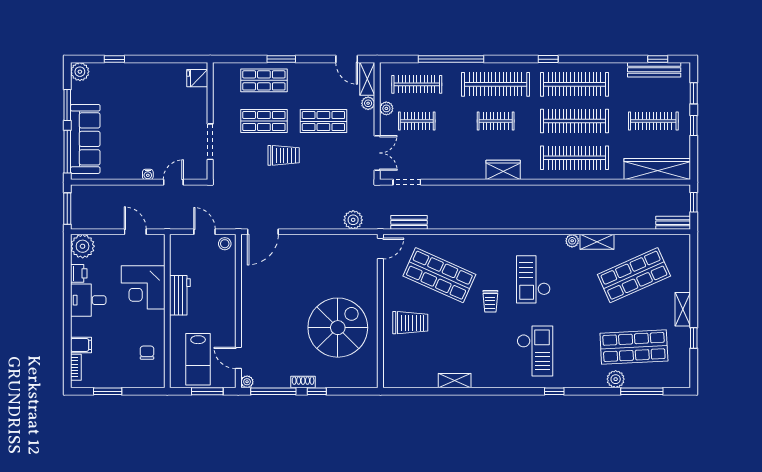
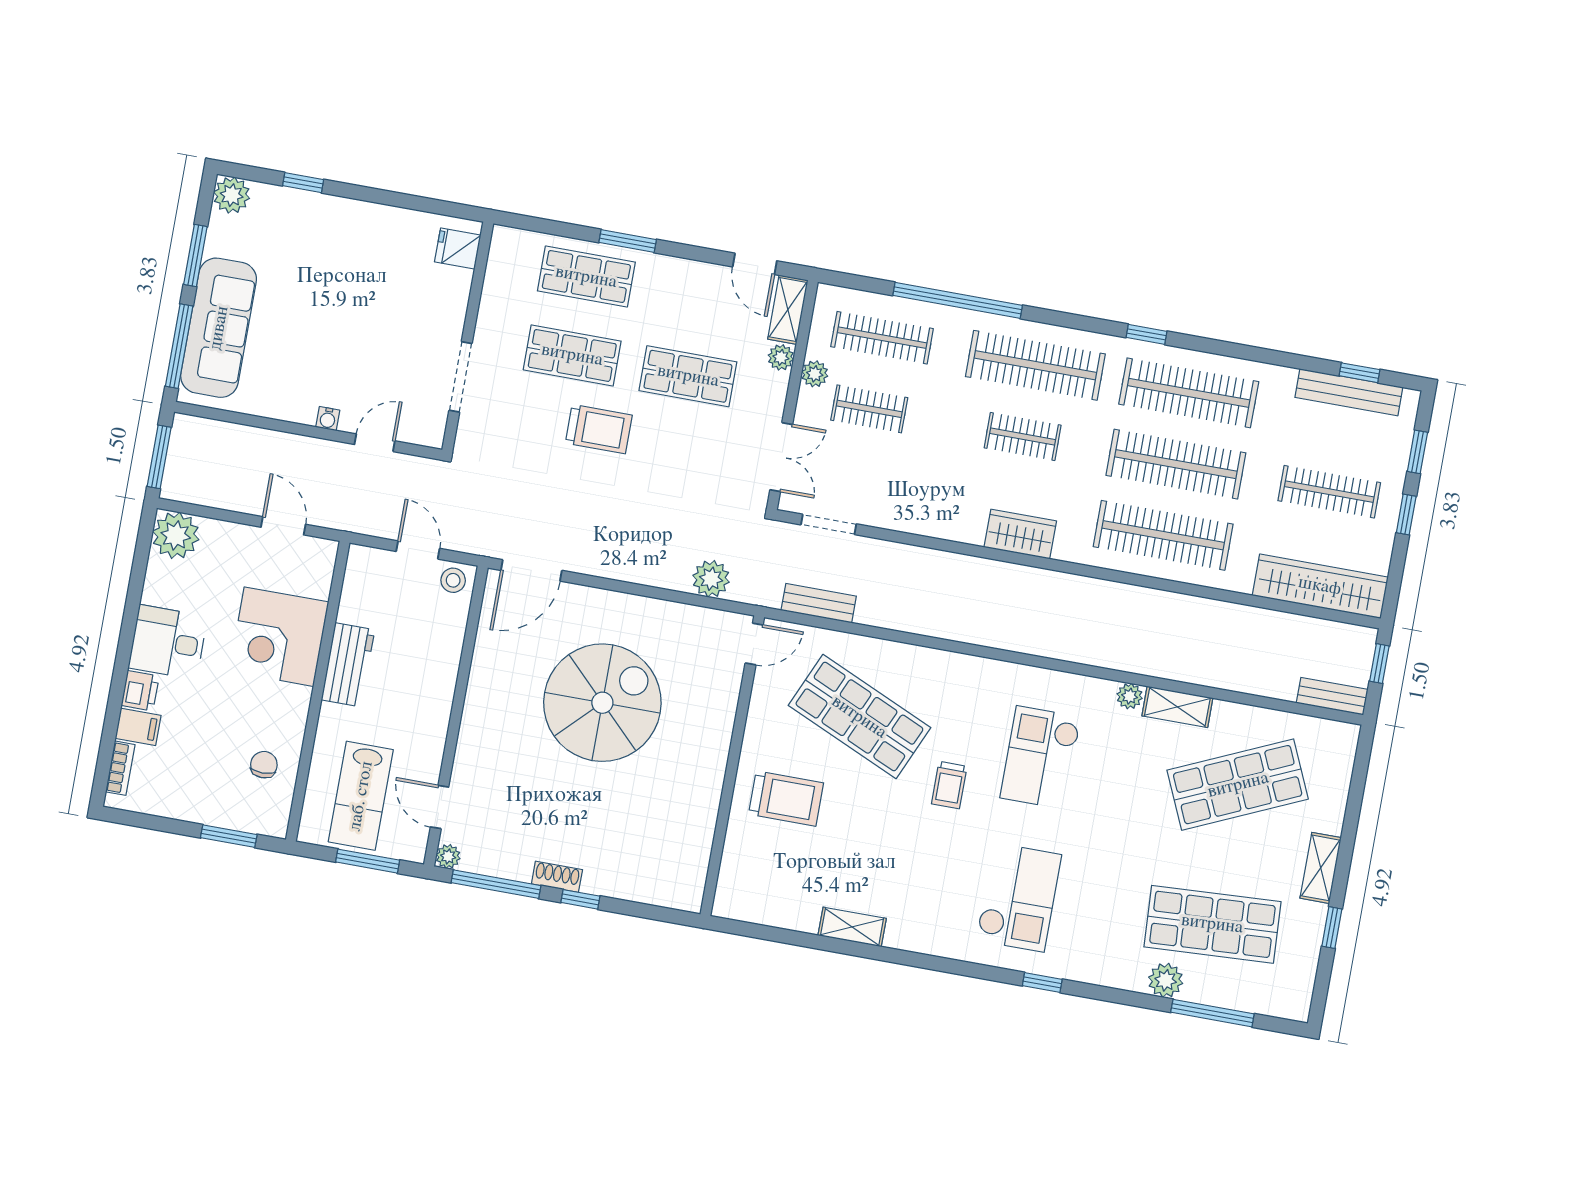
printer: (79, 273) -> (140, 691), moved
spiral stairs: (338, 328) -> (602, 703), moved
window: (108, 391) -> (229, 836), moved

